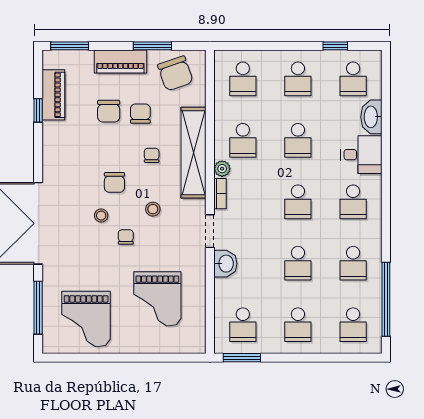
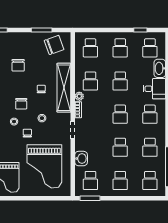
piano: (120, 62) -> (24, 39), removed
chair: (175, 73) -> (54, 45), turned -91
chair: (140, 114) -> (35, 67), removed
washbasin: (225, 264) -> (81, 159), moved
grand piano: (157, 299) -> (44, 166), width x1.37, depth x1.48

